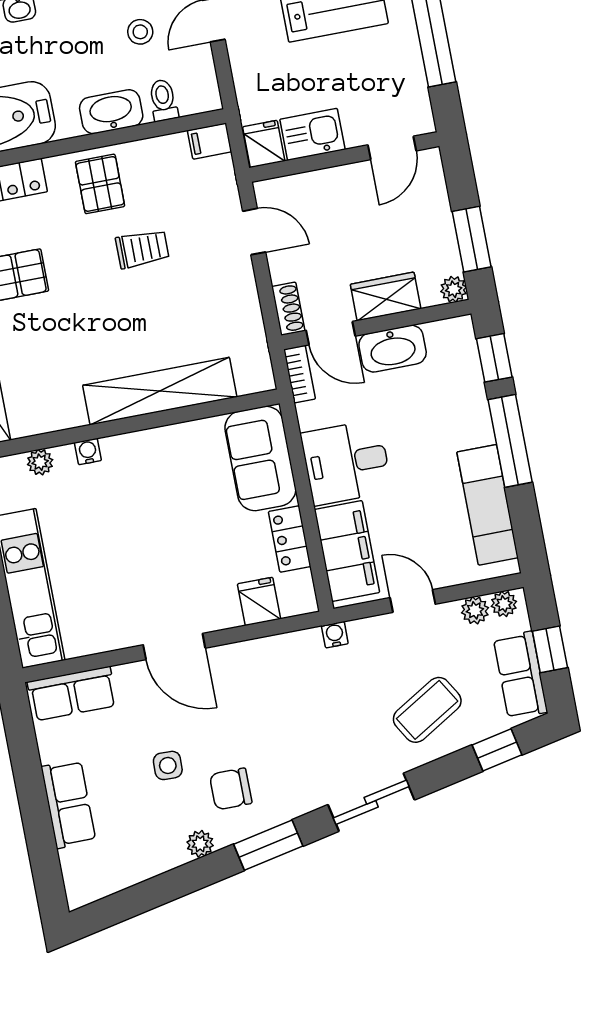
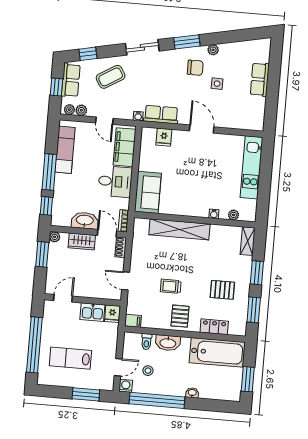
locker: (290, 539) -> (145, 158), removed
row of seats: (72, 694) -> (161, 115), moved

